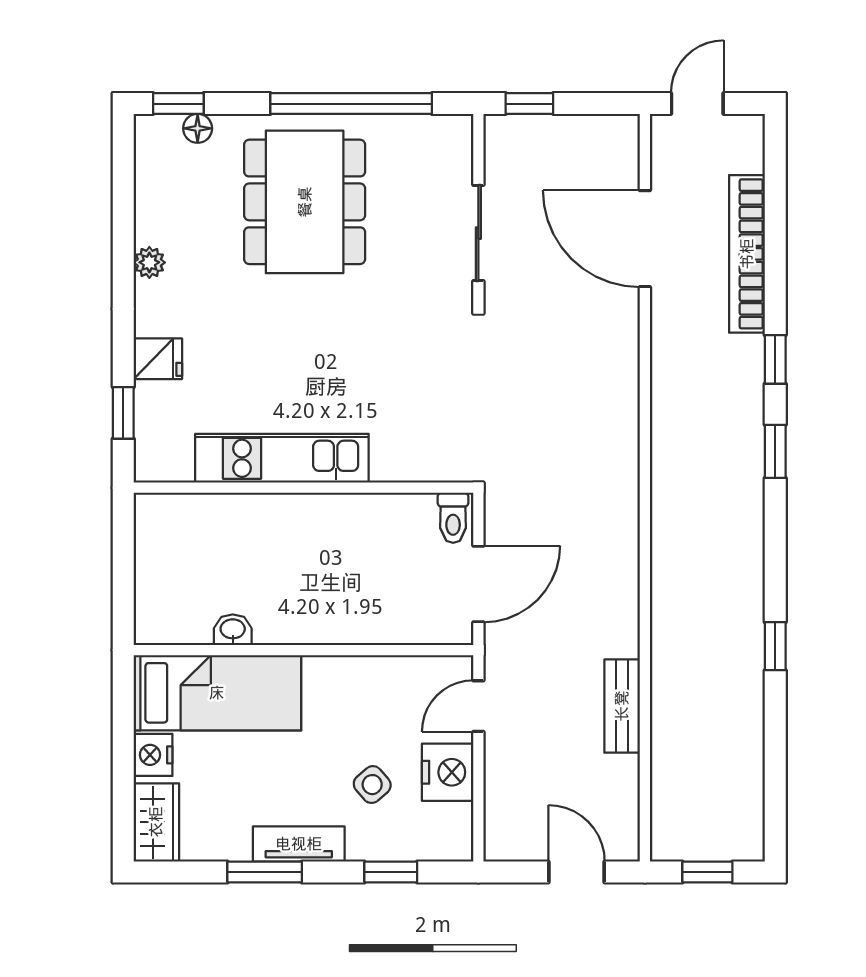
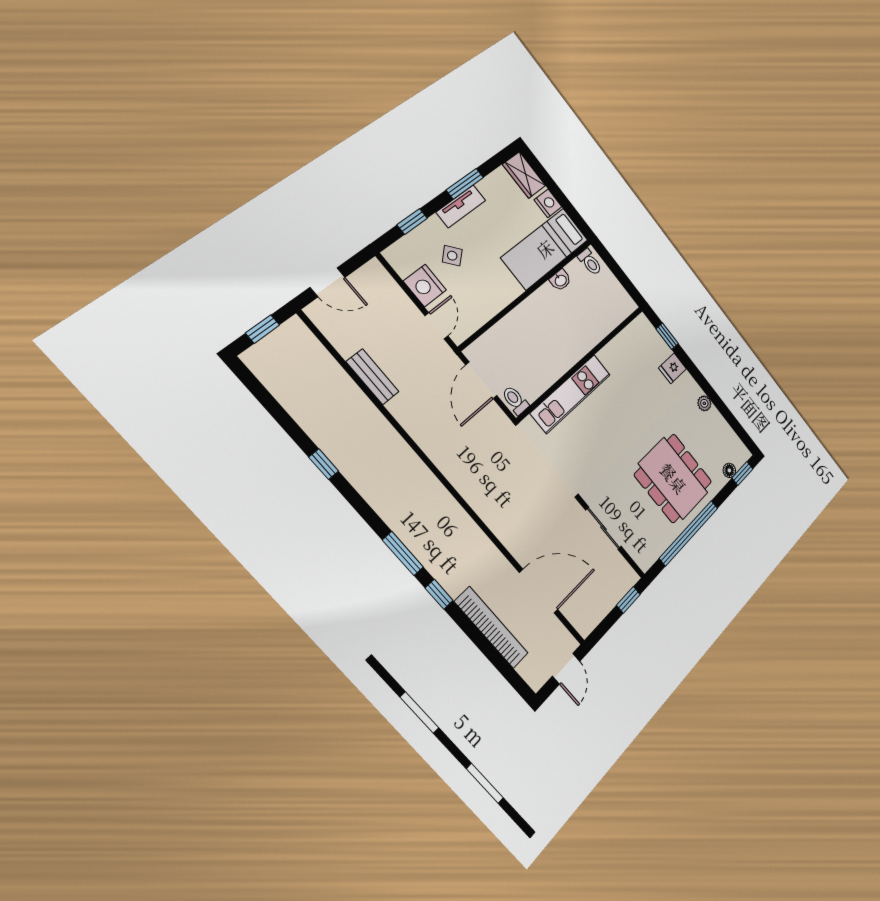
window: (775, 451) -> (403, 554), width x1.50
kitchen unit: (282, 458) -> (571, 394), moved
toilet: (159, 620) -> (590, 262), added

